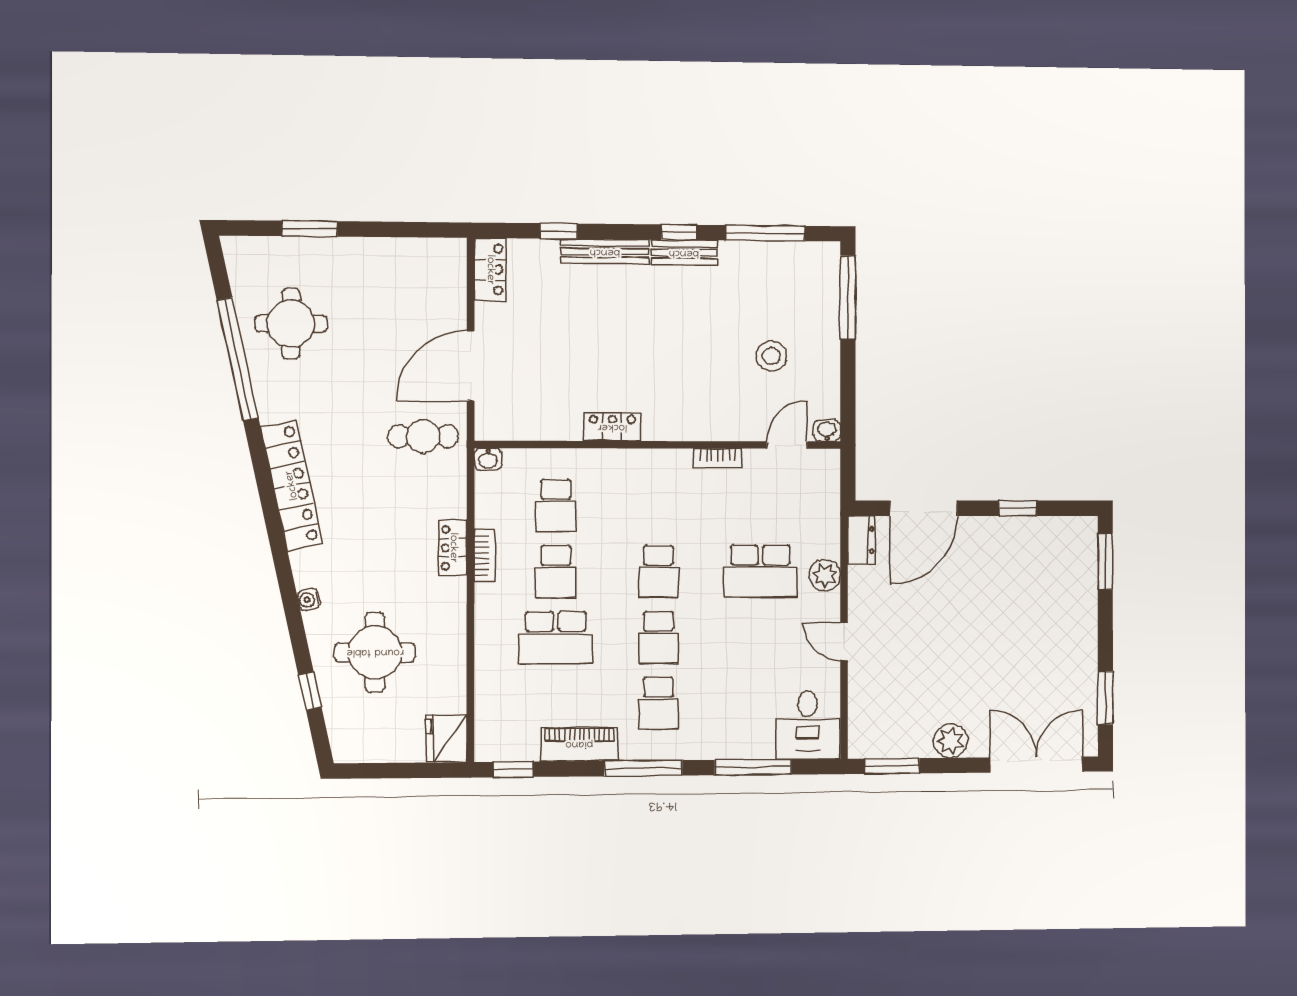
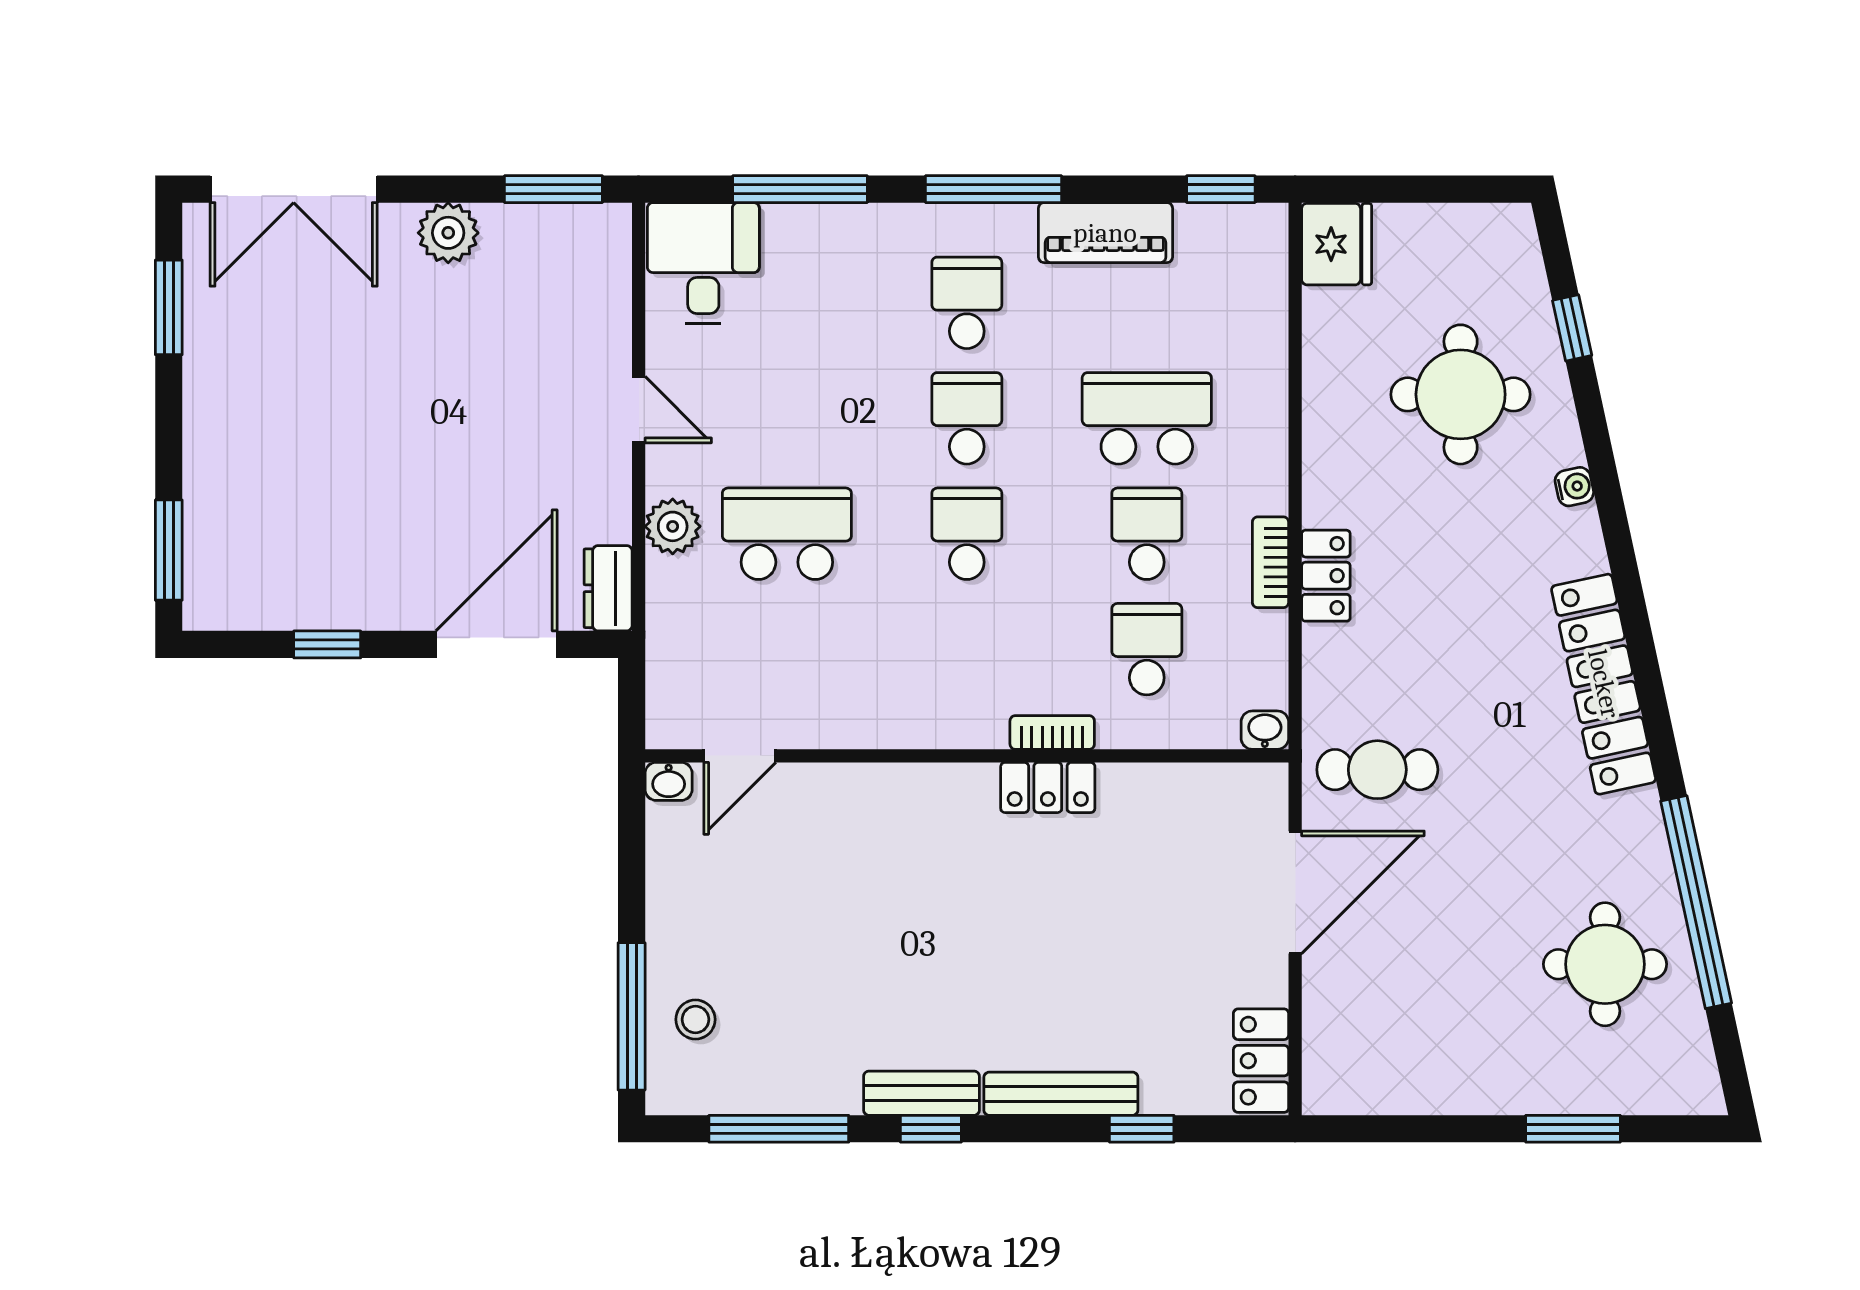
stool: (771, 356) -> (695, 1019), moved, width x0.73, depth x0.73
bookcase: (718, 458) -> (1052, 733), moved

